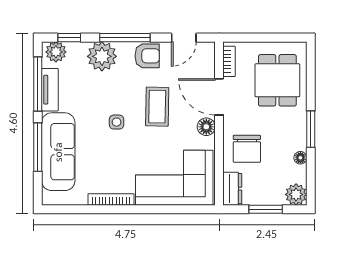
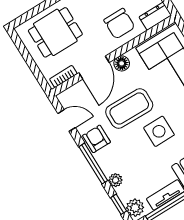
plant: (102, 56) -> (116, 180), width x0.53, depth x0.53
coffee table: (157, 107) -> (129, 108), width x1.36, depth x1.32
side table: (117, 122) -> (159, 131), width x1.87, depth x1.87
chair: (247, 149) -> (119, 24), turned 90

